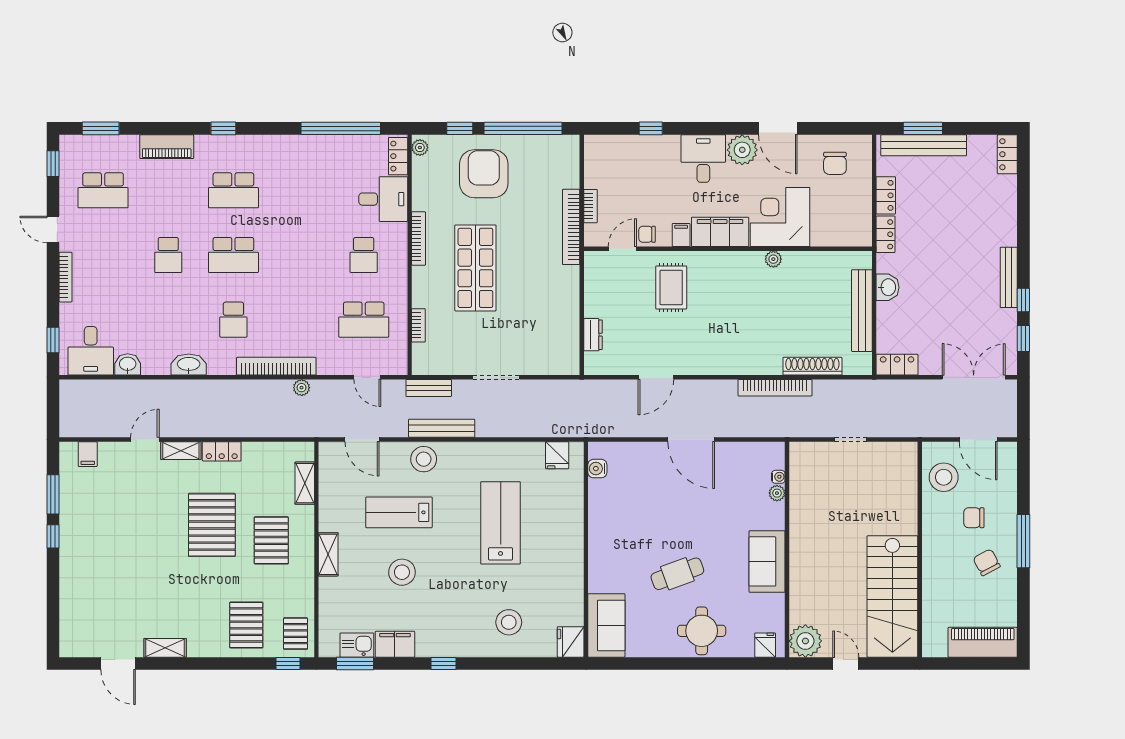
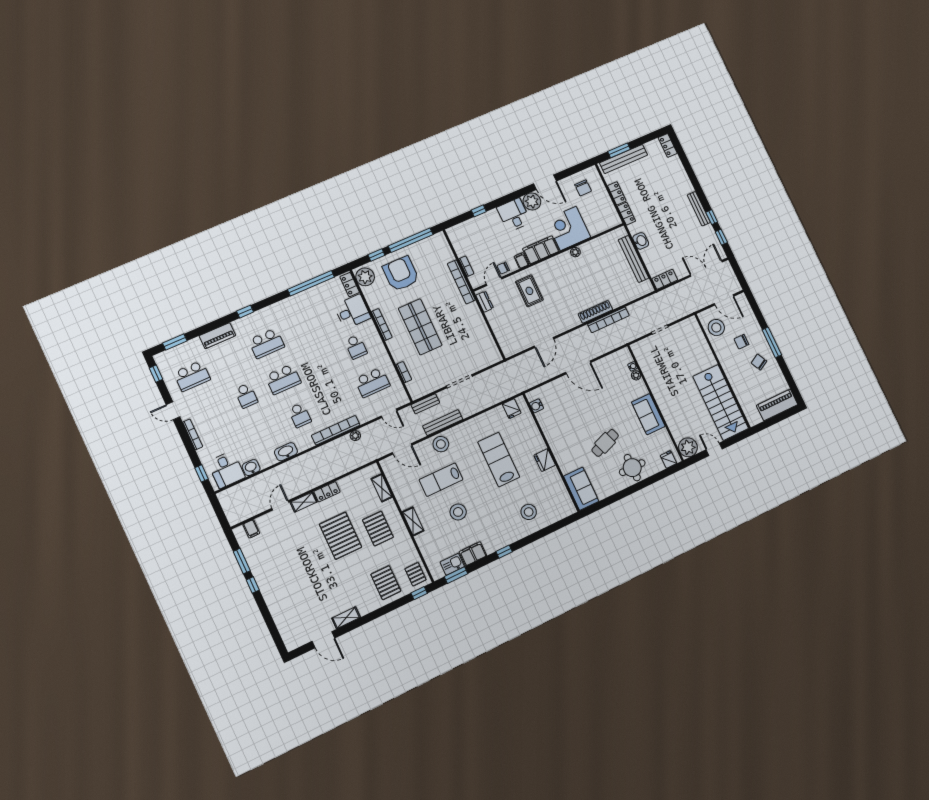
plant: (420, 148) -> (365, 277), width x1.87, depth x1.87
dresser: (593, 335) -> (485, 302), moved
shoe rack: (812, 366) -> (595, 312), moved
fridge: (571, 642) -> (545, 460), moved

